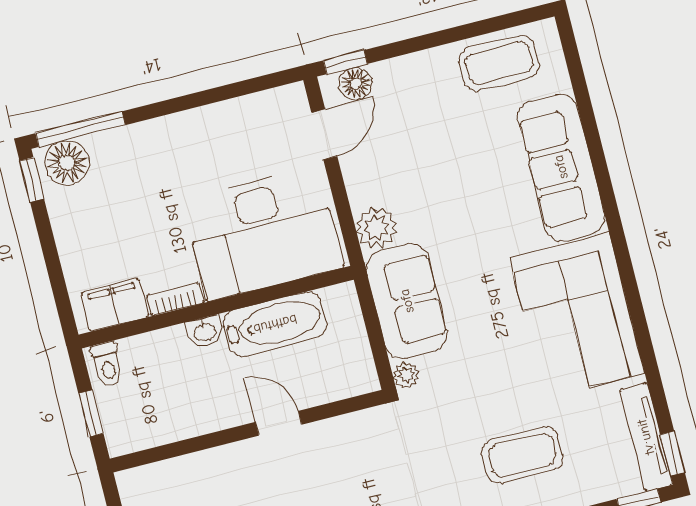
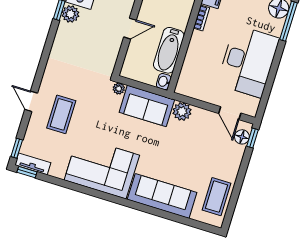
desk: (263, 233) -> (248, 61), moved, turned 180
washbasin: (205, 332) -> (164, 82), moved
tv unit: (646, 437) -> (33, 164), width x0.71

